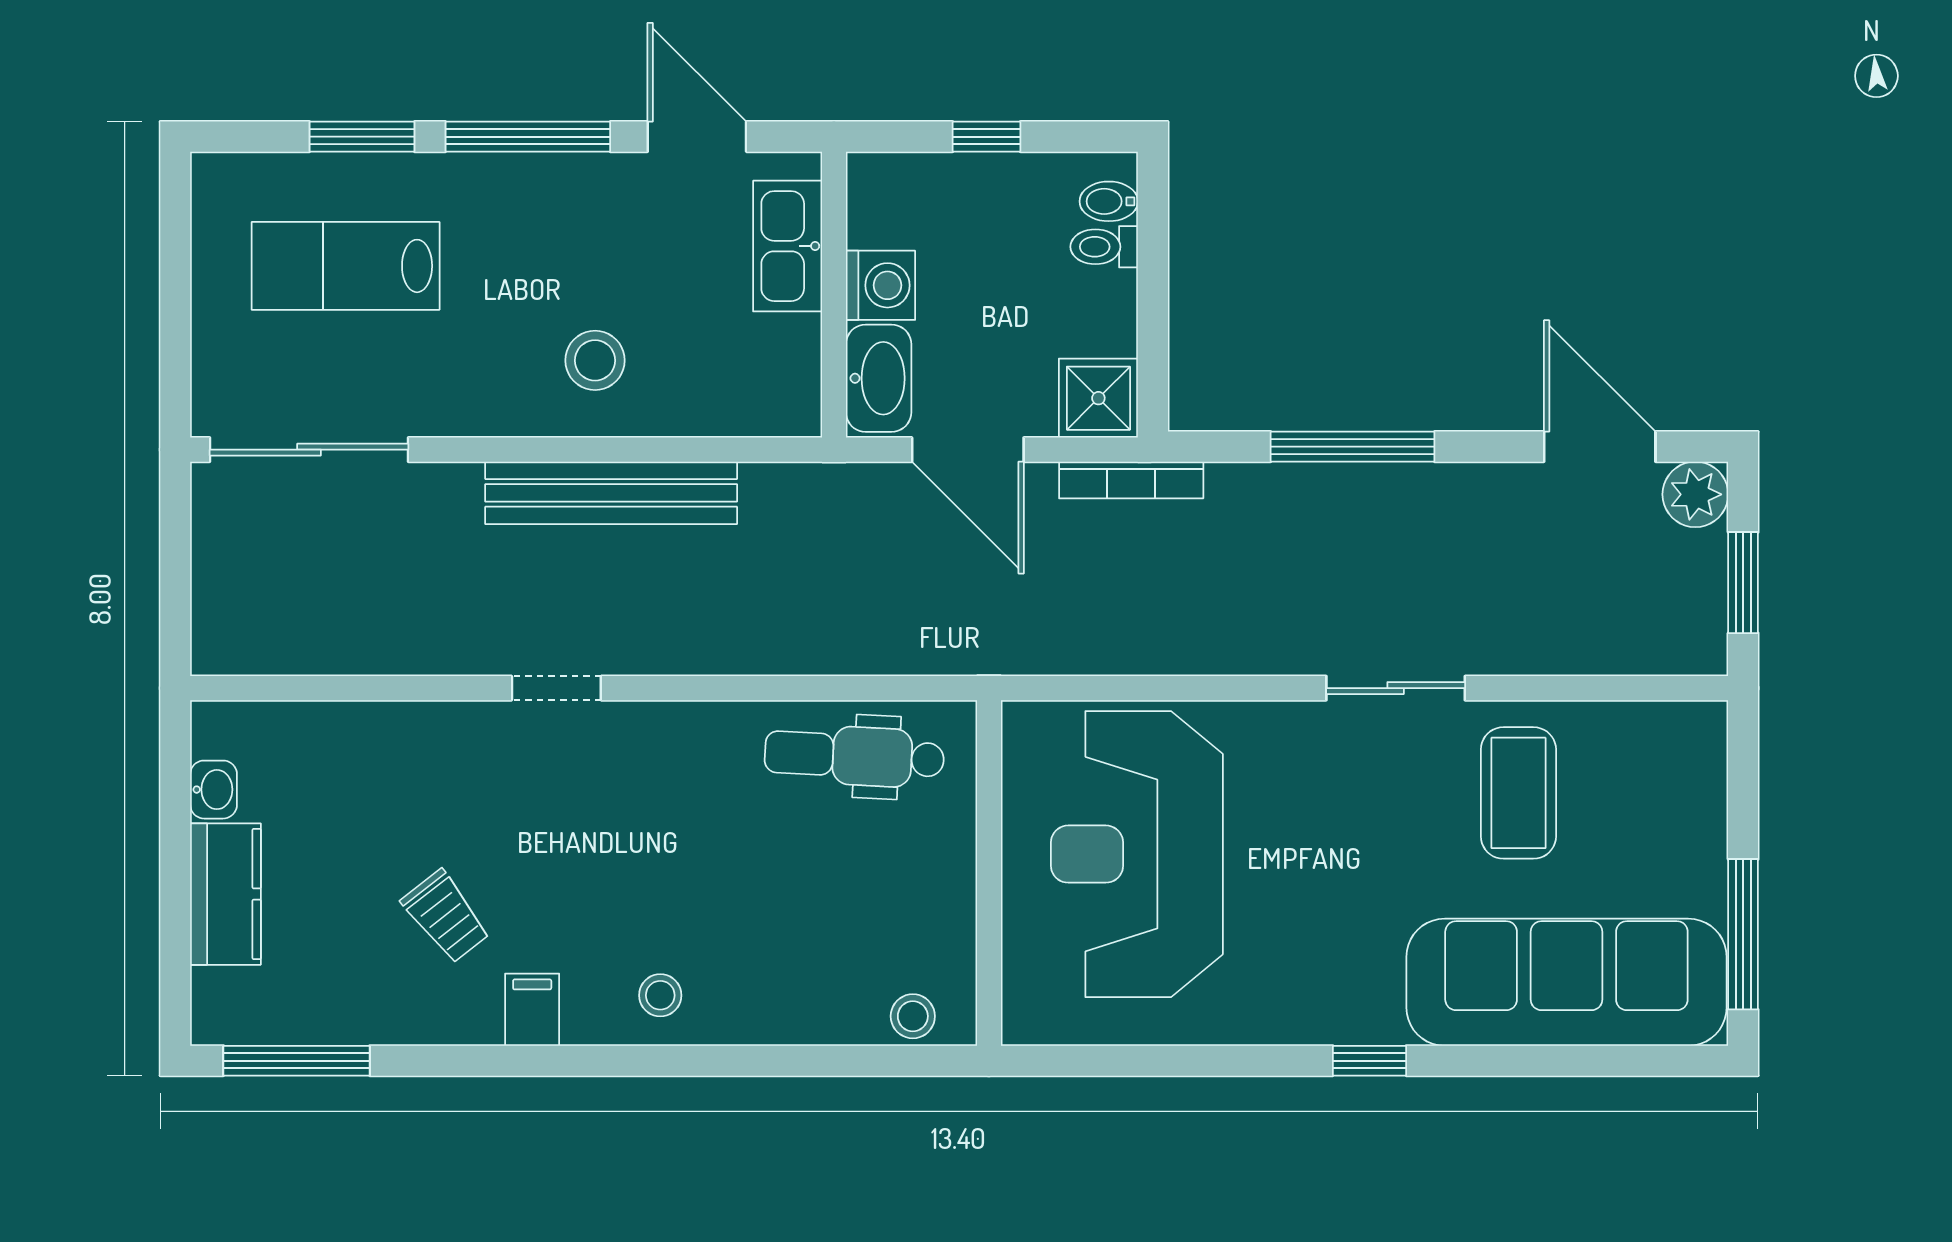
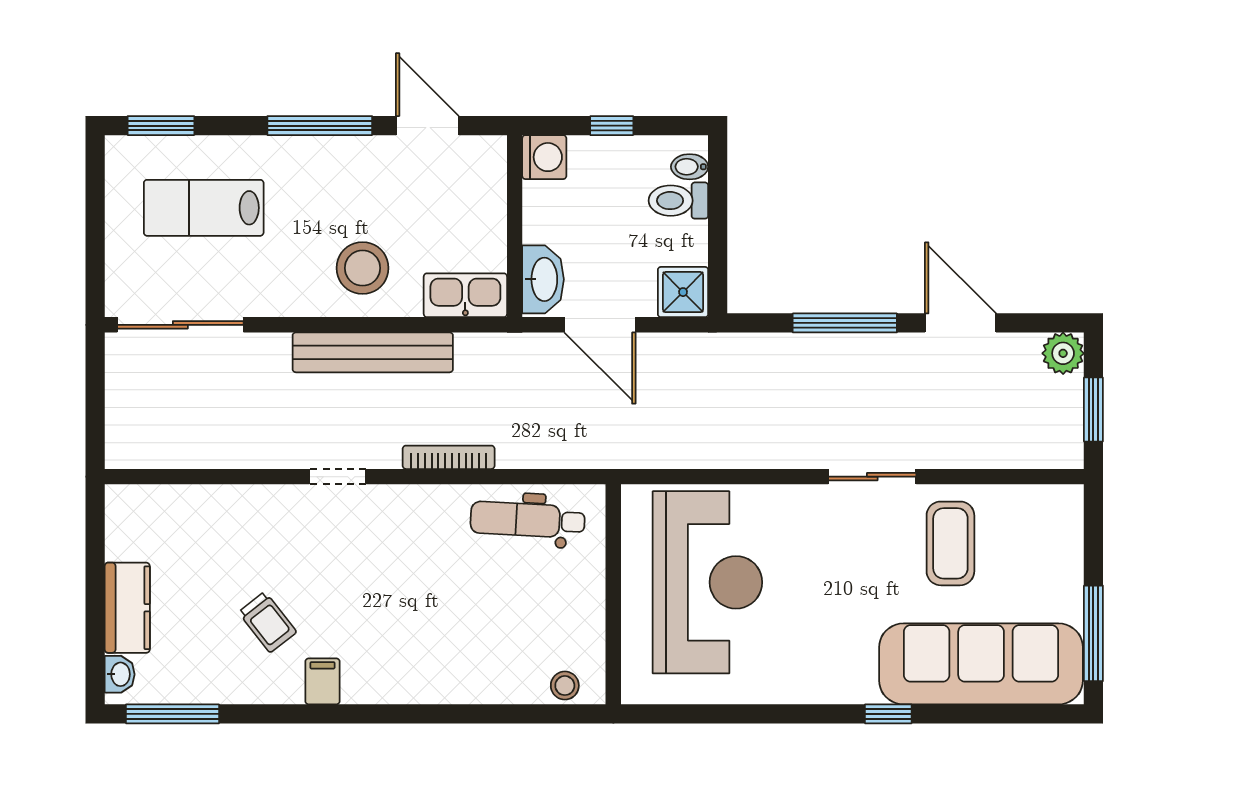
window: (362, 137) -> (161, 126), moved
kitchen sink: (788, 246) -> (465, 295), moved, turned 90
toilet: (1104, 247) -> (678, 201), width x1.37, depth x1.39
washing machine: (881, 285) -> (544, 157), moved
stool: (595, 360) -> (363, 268), width x1.38, depth x1.38
door: (1600, 447) -> (960, 323), moved
bookcase: (1131, 480) -> (449, 457), moved, turned 180
washbasin: (214, 790) -> (120, 674), moved
reception desk: (1137, 854) -> (707, 582), turned 180
stool: (660, 995) -> (404, 672), removed
window: (1370, 1061) -> (888, 714), moved

